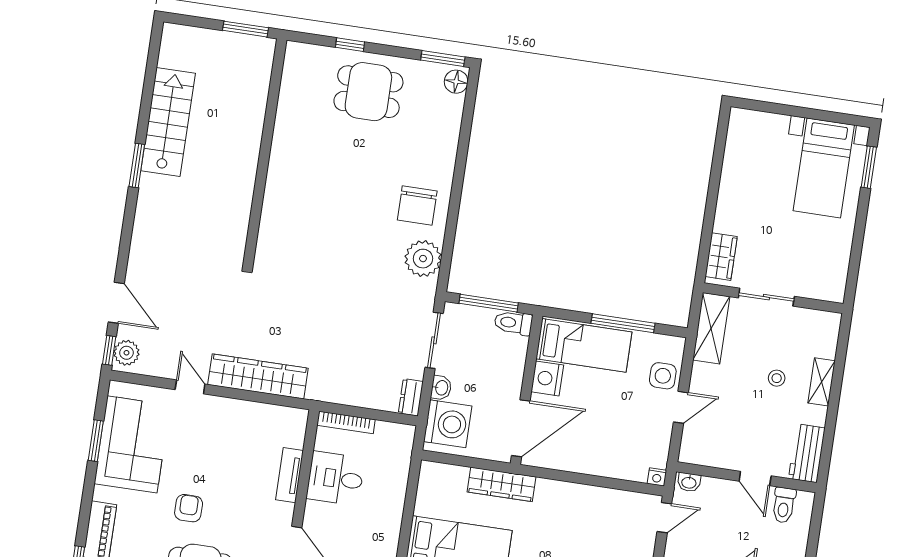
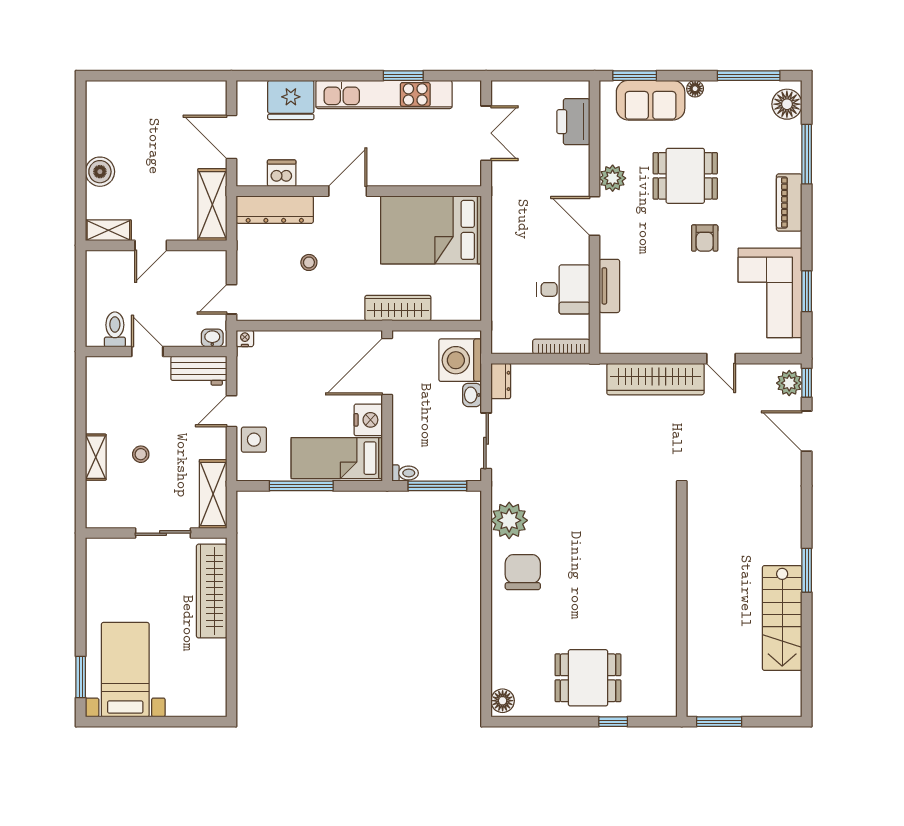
window: (443, 59) -> (519, 722), removed
wardrobe: (721, 257) -> (212, 591), width x2.10, depth x1.17
toilet: (513, 323) -> (405, 473), width x0.73, depth x0.72
workbench: (807, 453) -> (199, 371), moved, turned 90
stool: (582, 542) -> (309, 262), added

